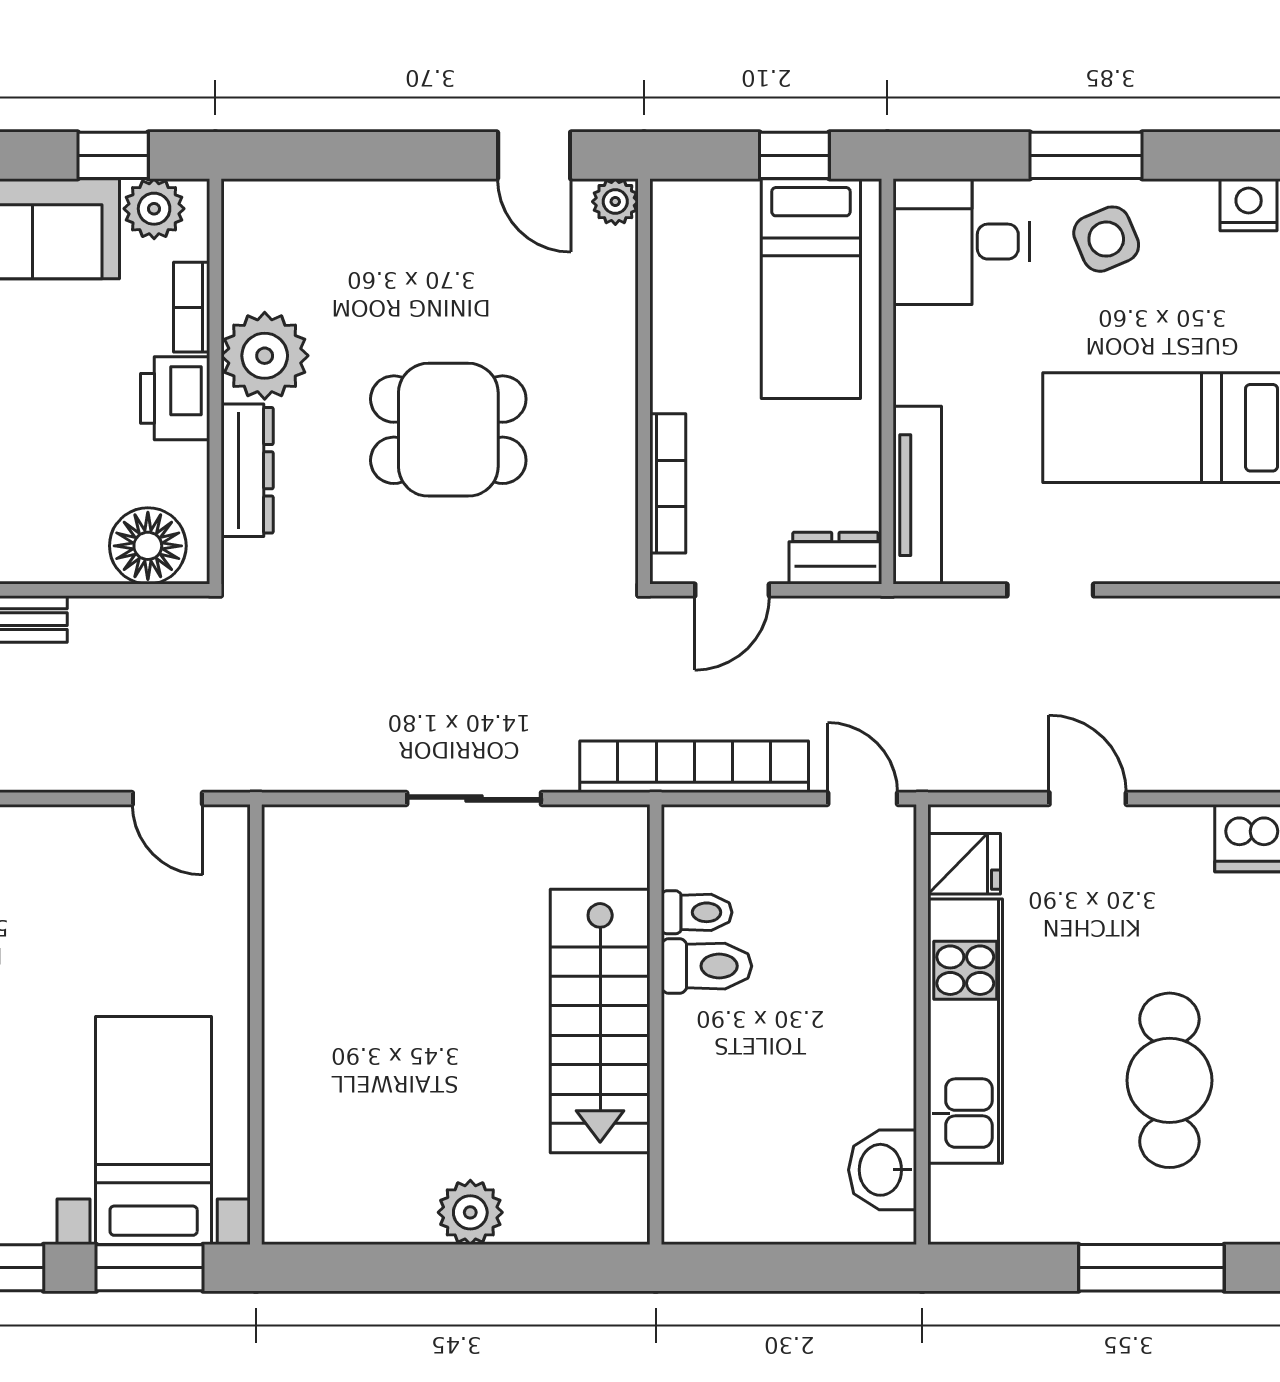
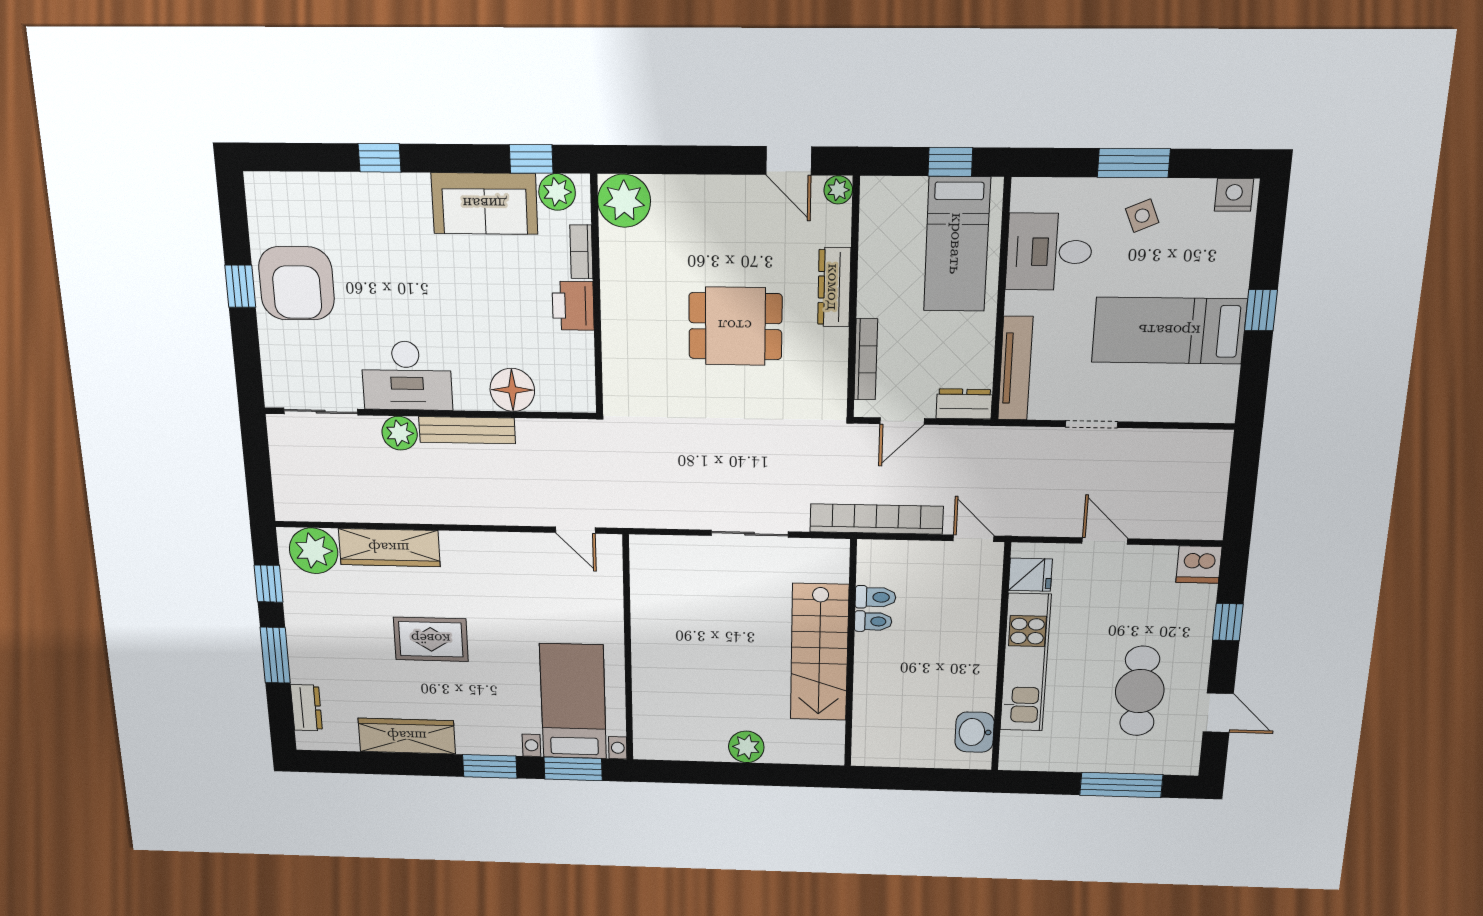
side table: (1106, 239) -> (1142, 216), width x0.73, depth x0.73
desk: (961, 242) -> (1049, 252), moved
plant: (265, 356) -> (624, 201), moved
dresser: (247, 470) -> (834, 287), moved, turned 180
floor lamp: (148, 546) -> (512, 390), moved
toilet: (706, 966) -> (873, 621), width x0.73, depth x0.72

